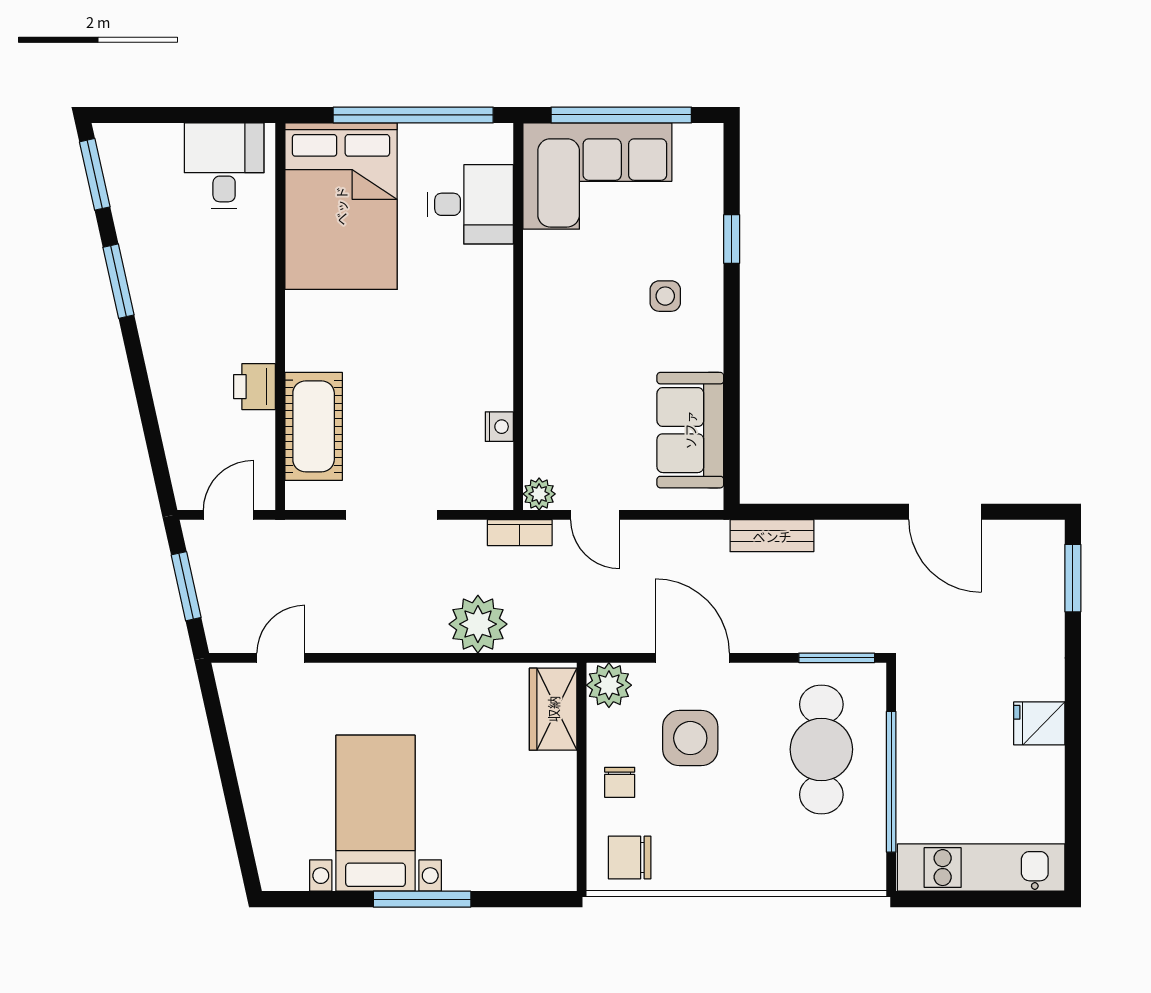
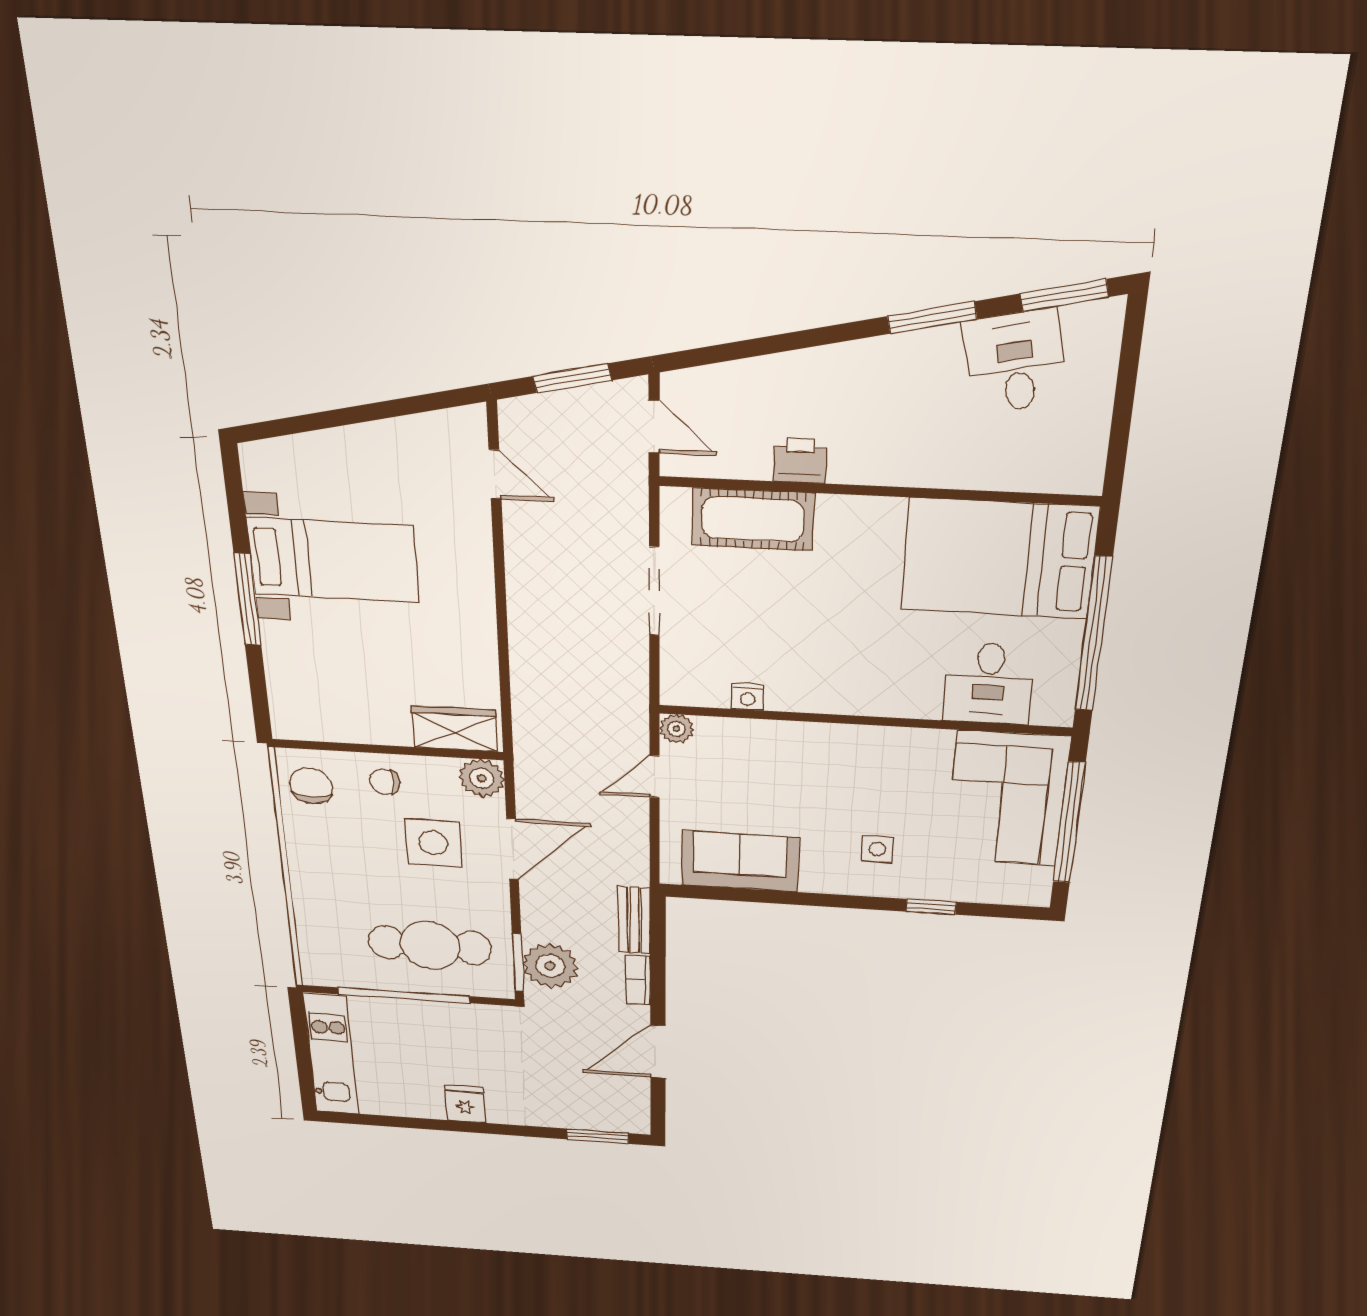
desk: (224, 166) -> (1016, 362), moved, turned -103
bookcase: (520, 533) -> (638, 980), moved
plant: (478, 624) -> (550, 966), moved

